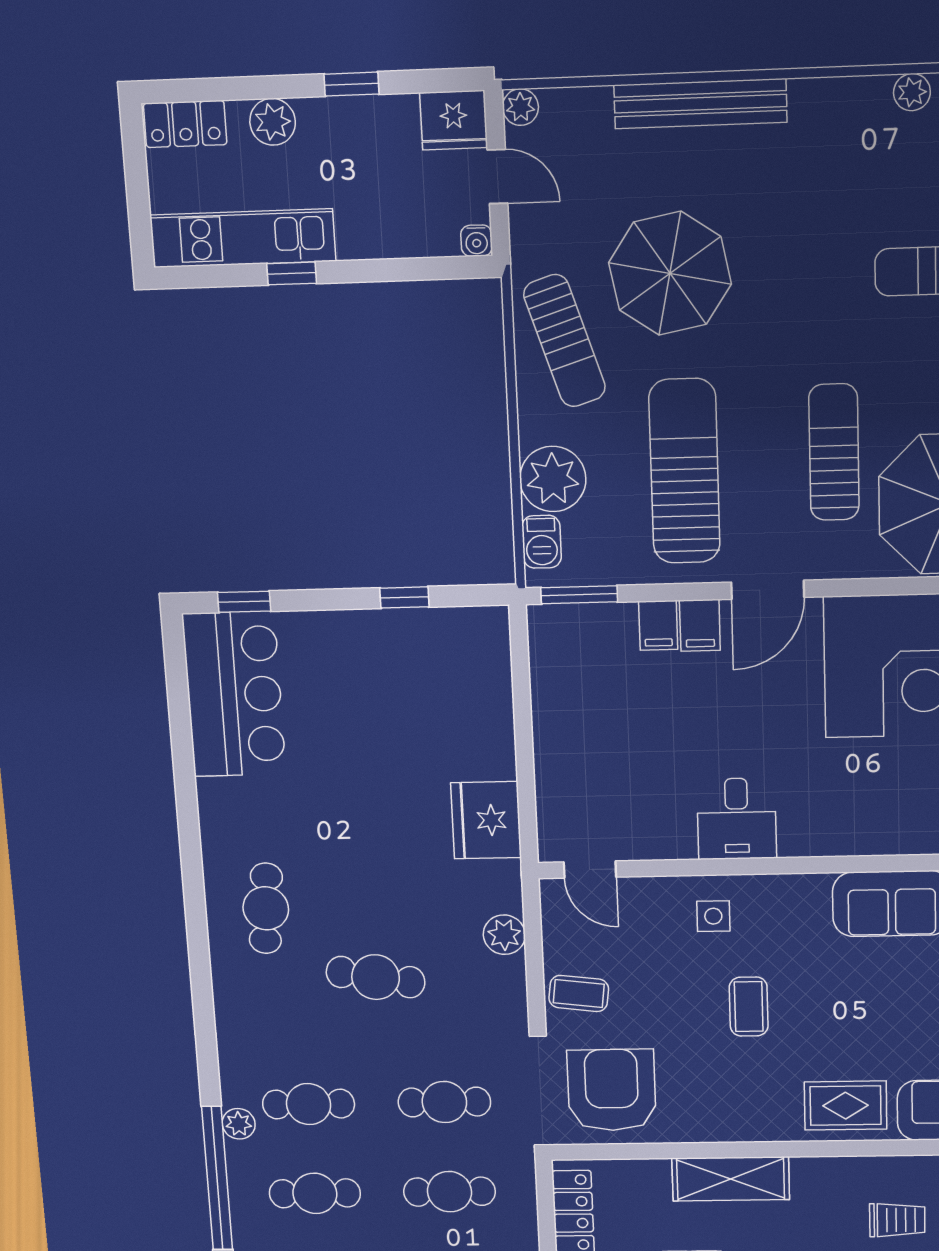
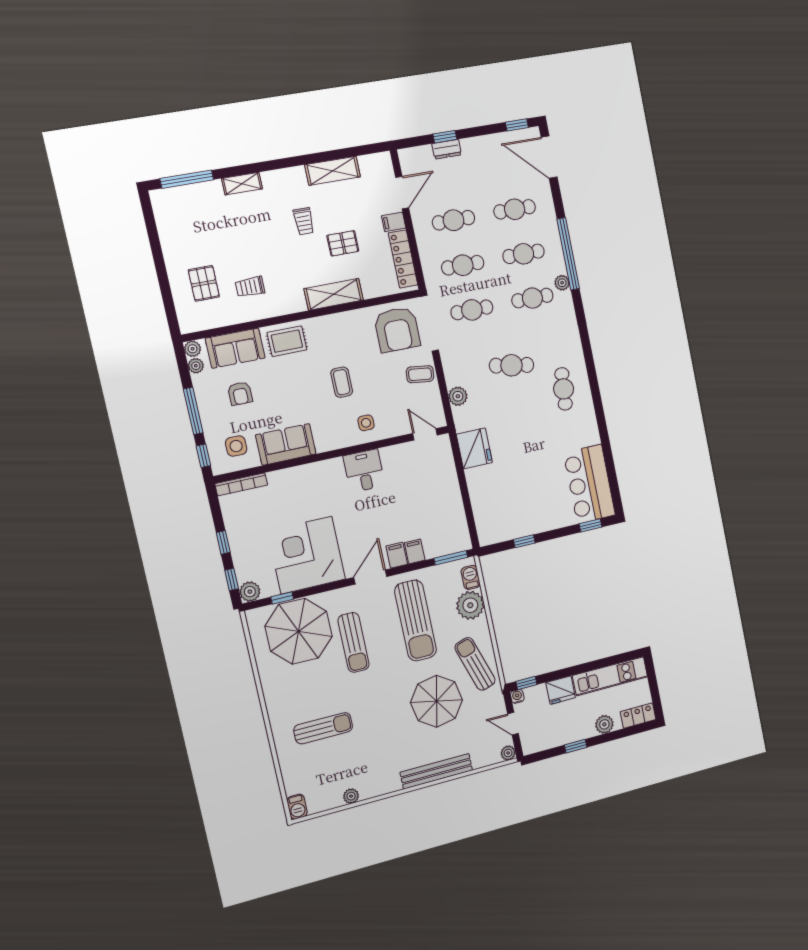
fridge: (454, 120) -> (561, 690), moved, turned 180
window: (292, 273) -> (526, 683), moved

